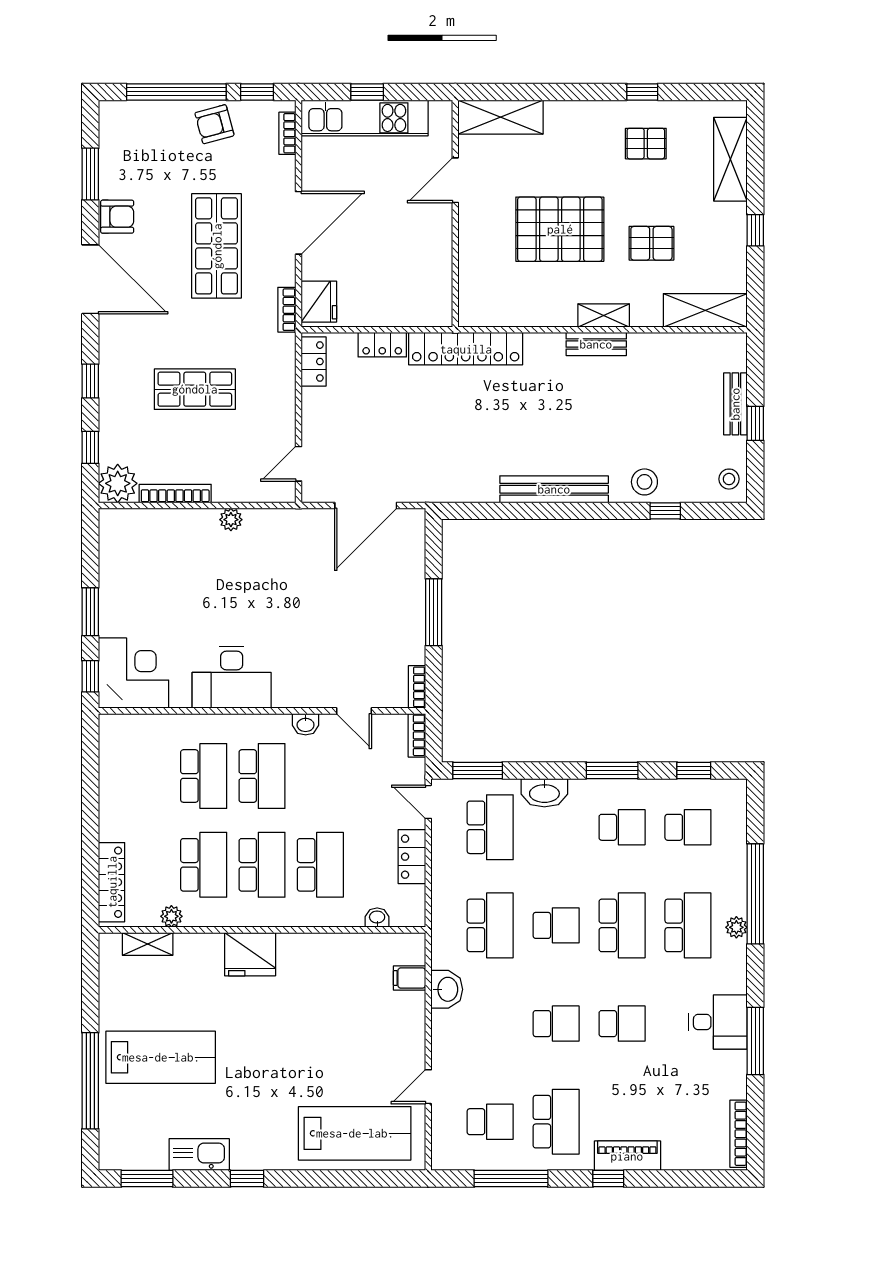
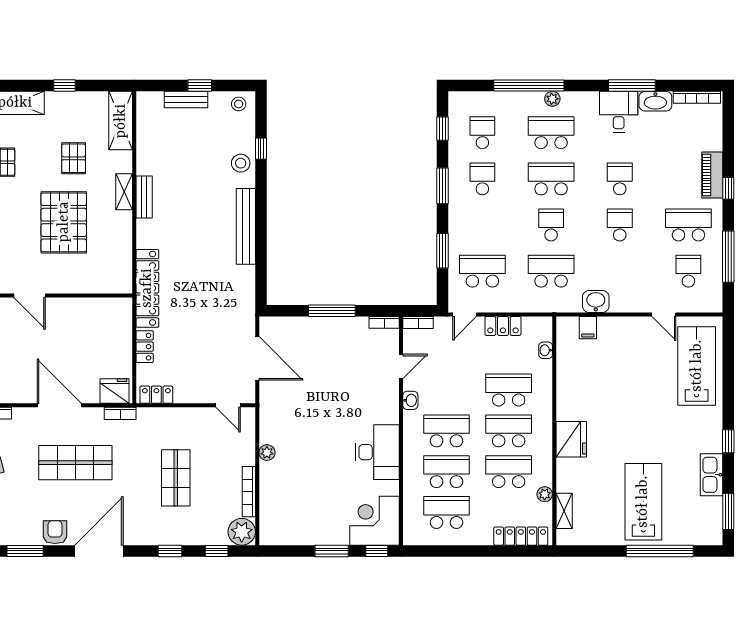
window: (478, 770) -> (443, 251), moved
school desk: (145, 776) -> (446, 512), added
washbasin: (544, 793) -> (655, 101), moved, turned 90

